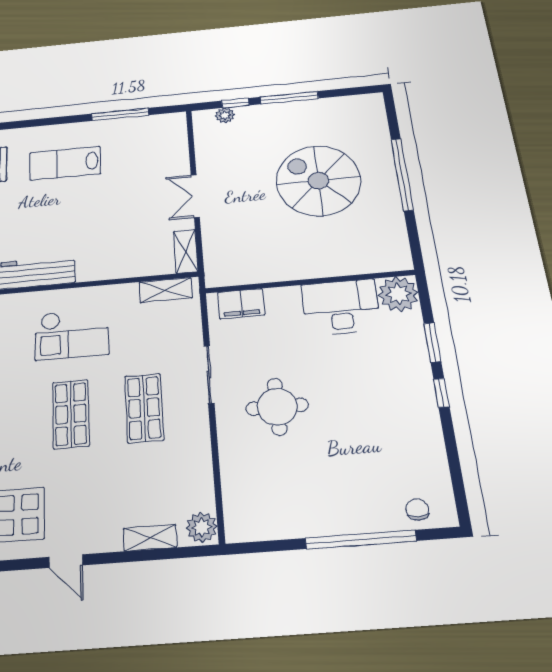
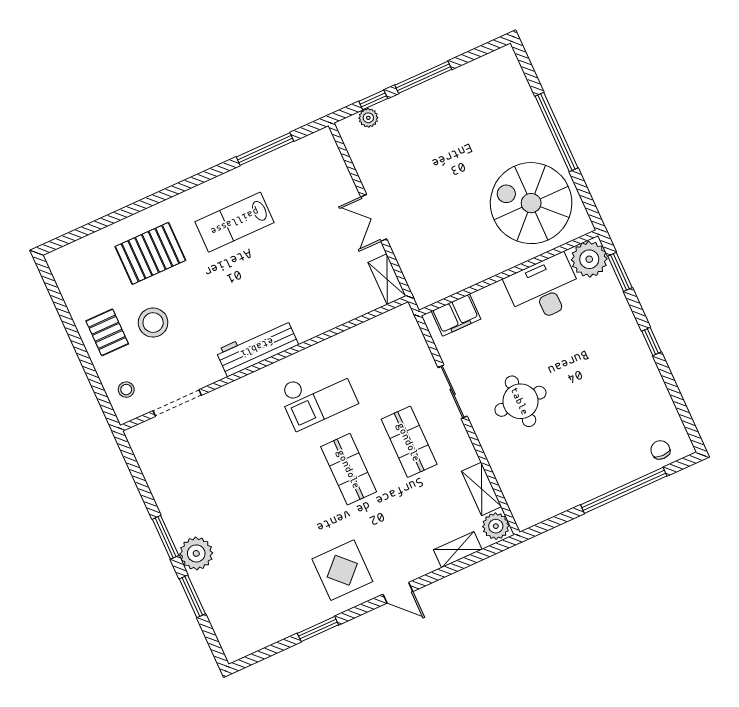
spiral stairs: (318, 181) -> (531, 203), moved
shelving: (166, 290) -> (482, 489), moved, turned 90
window: (432, 342) -> (620, 272), moved

